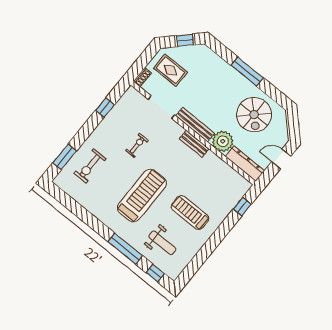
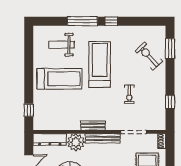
exercise bike: (90, 166) -> (149, 56), turned -43
treadmill: (142, 195) -> (100, 64), turned 180
treadmill: (190, 213) -> (59, 79), width x1.37, depth x1.38
window: (155, 273) -> (111, 21), moved

